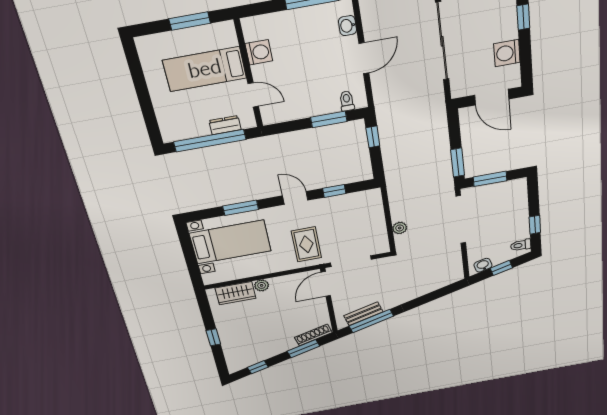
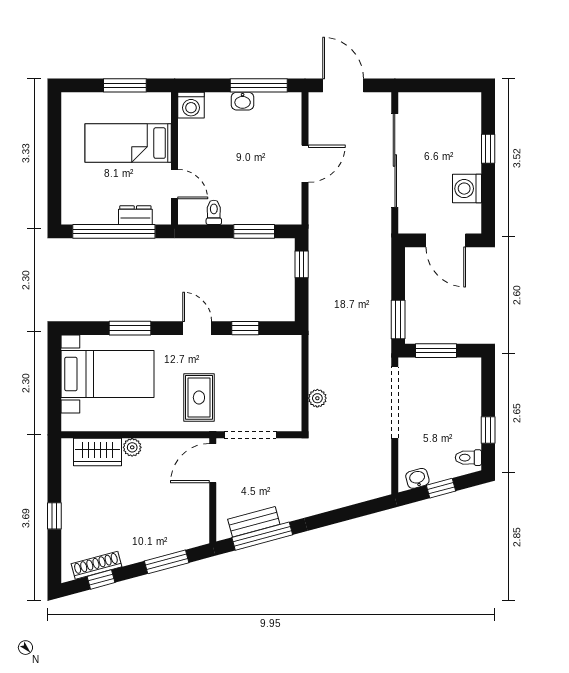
washbasin: (348, 26) -> (243, 101), moved, turned -90
washing machine: (259, 52) -> (191, 105), moved, turned 90
toilet: (347, 101) -> (214, 212), moved
shoe rack: (313, 335) -> (96, 565), moved

